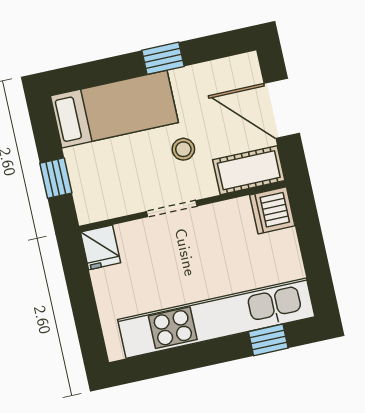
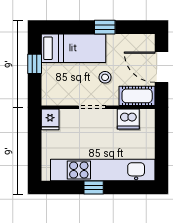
window: (56, 178) -> (35, 64), moved
dishwasher: (272, 210) -> (128, 119), moved, turned -90
window: (268, 340) -> (94, 187), moved

